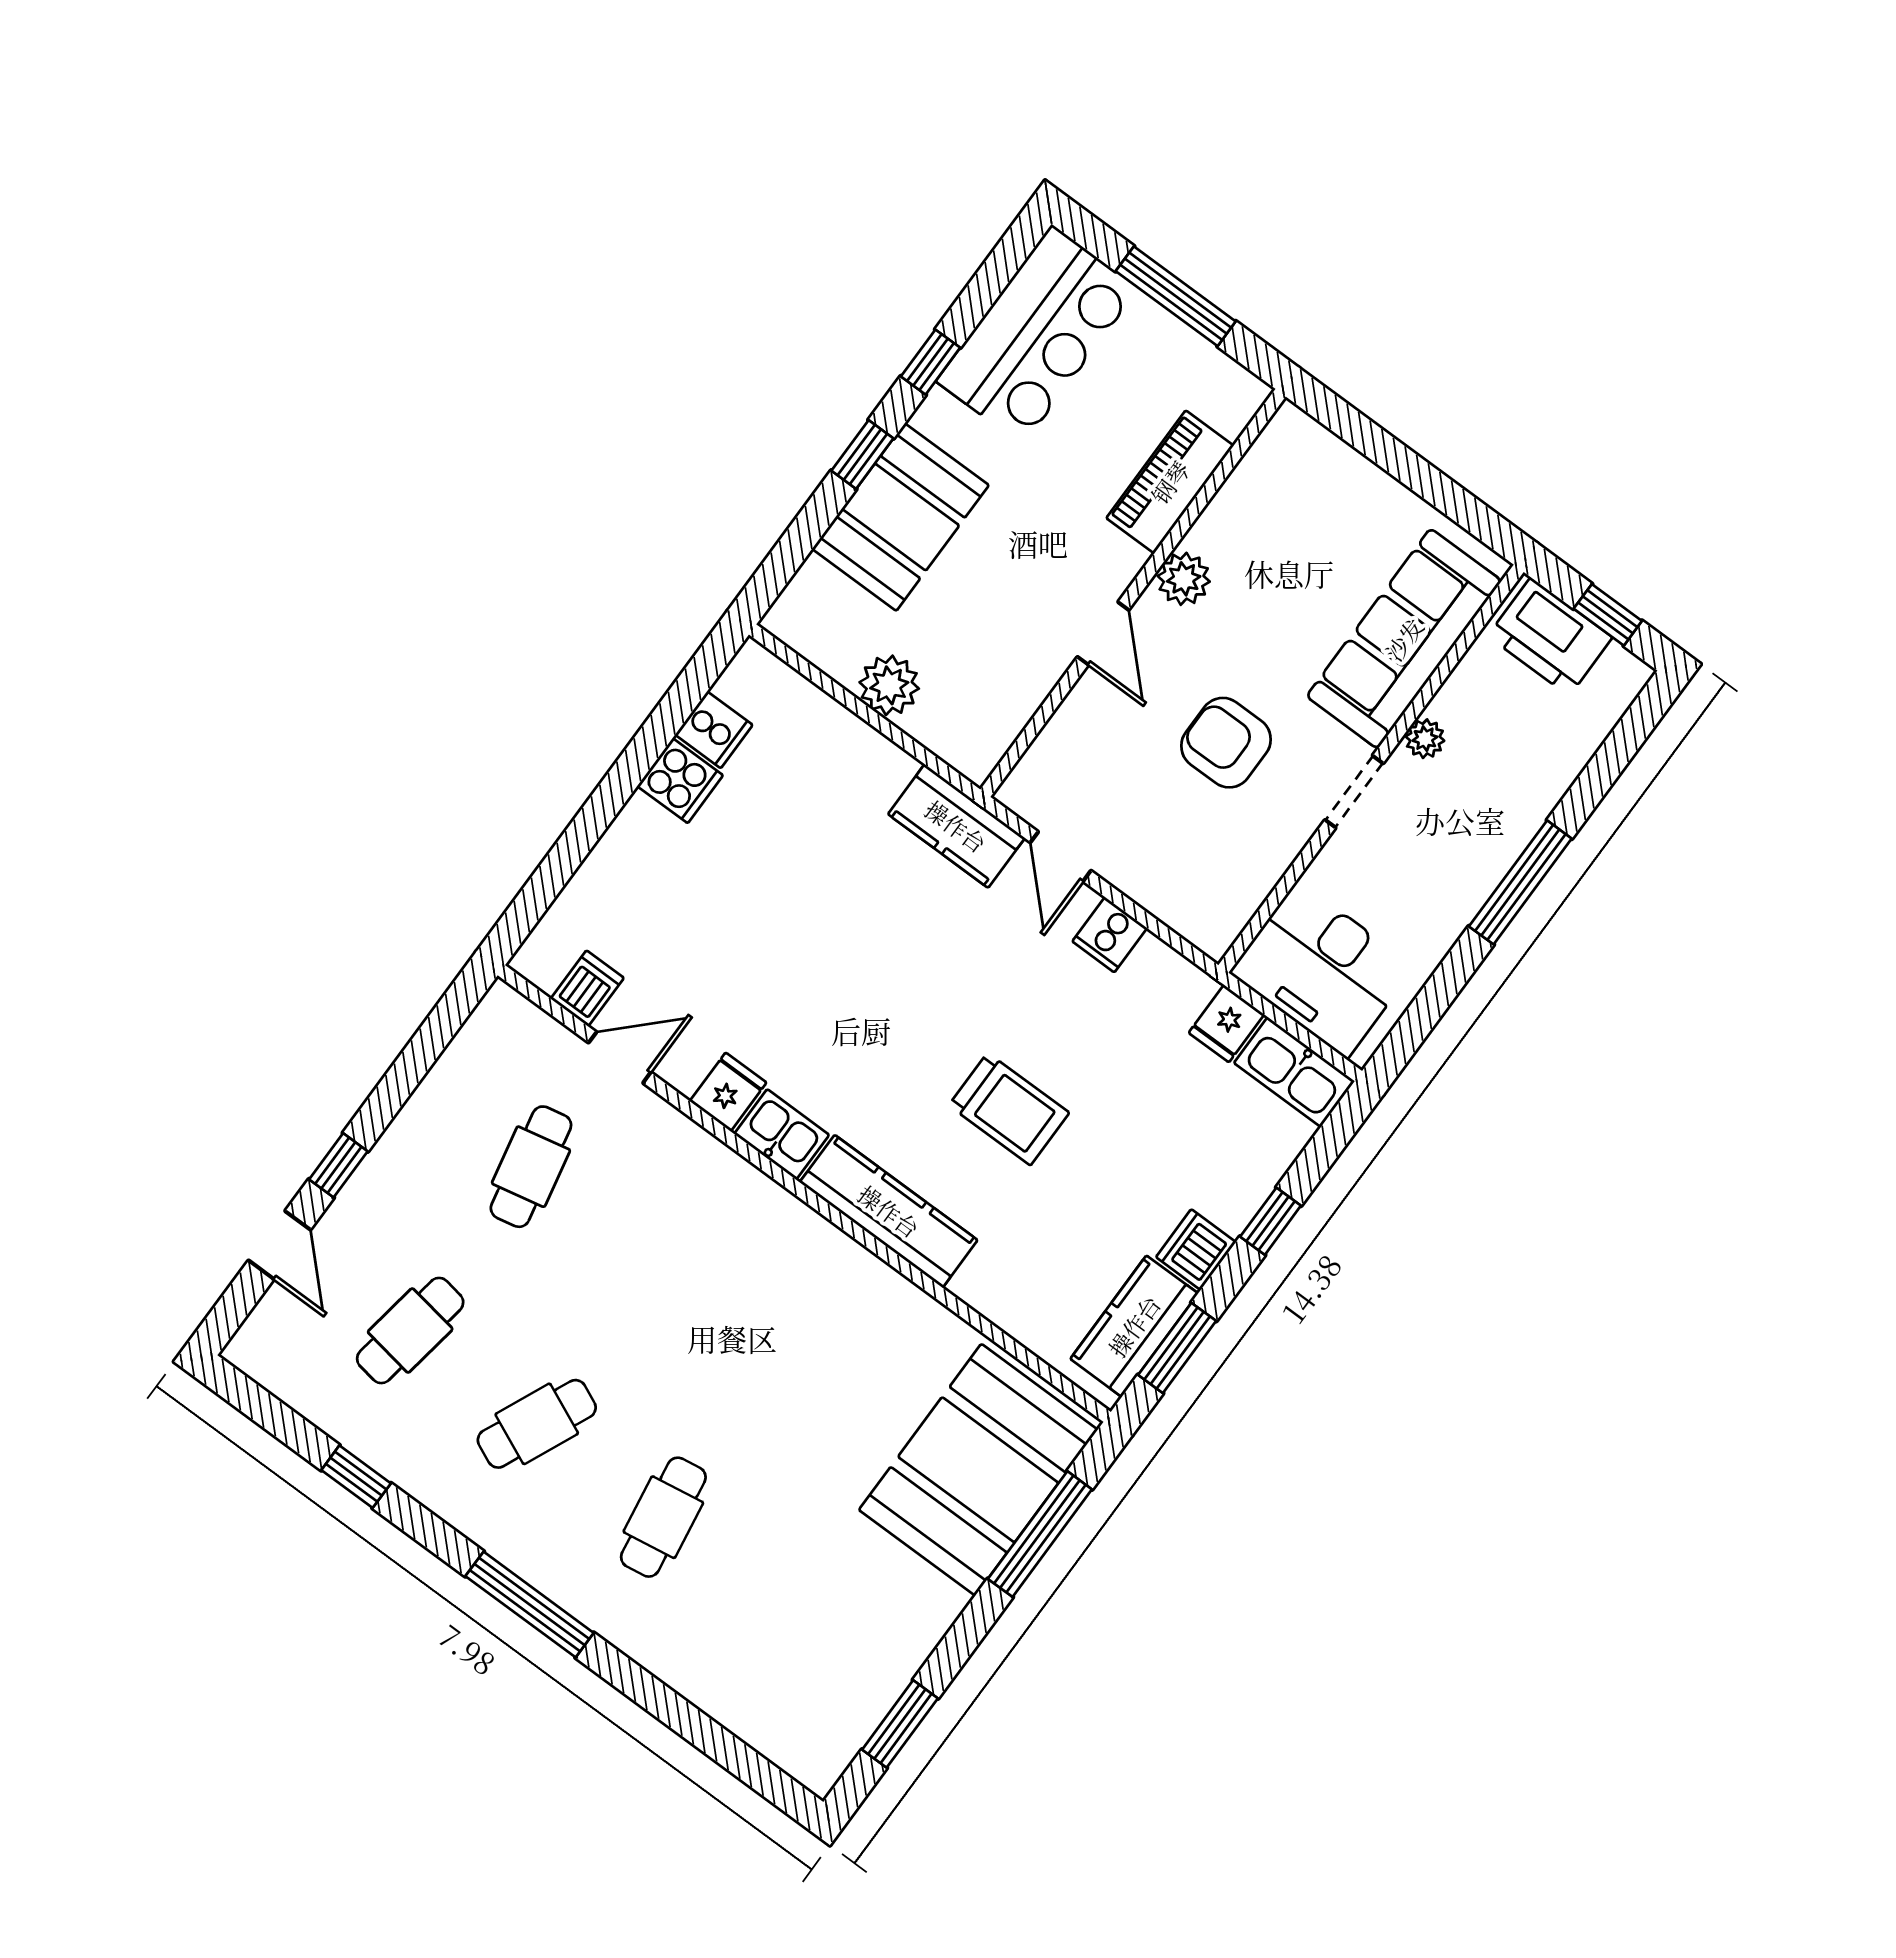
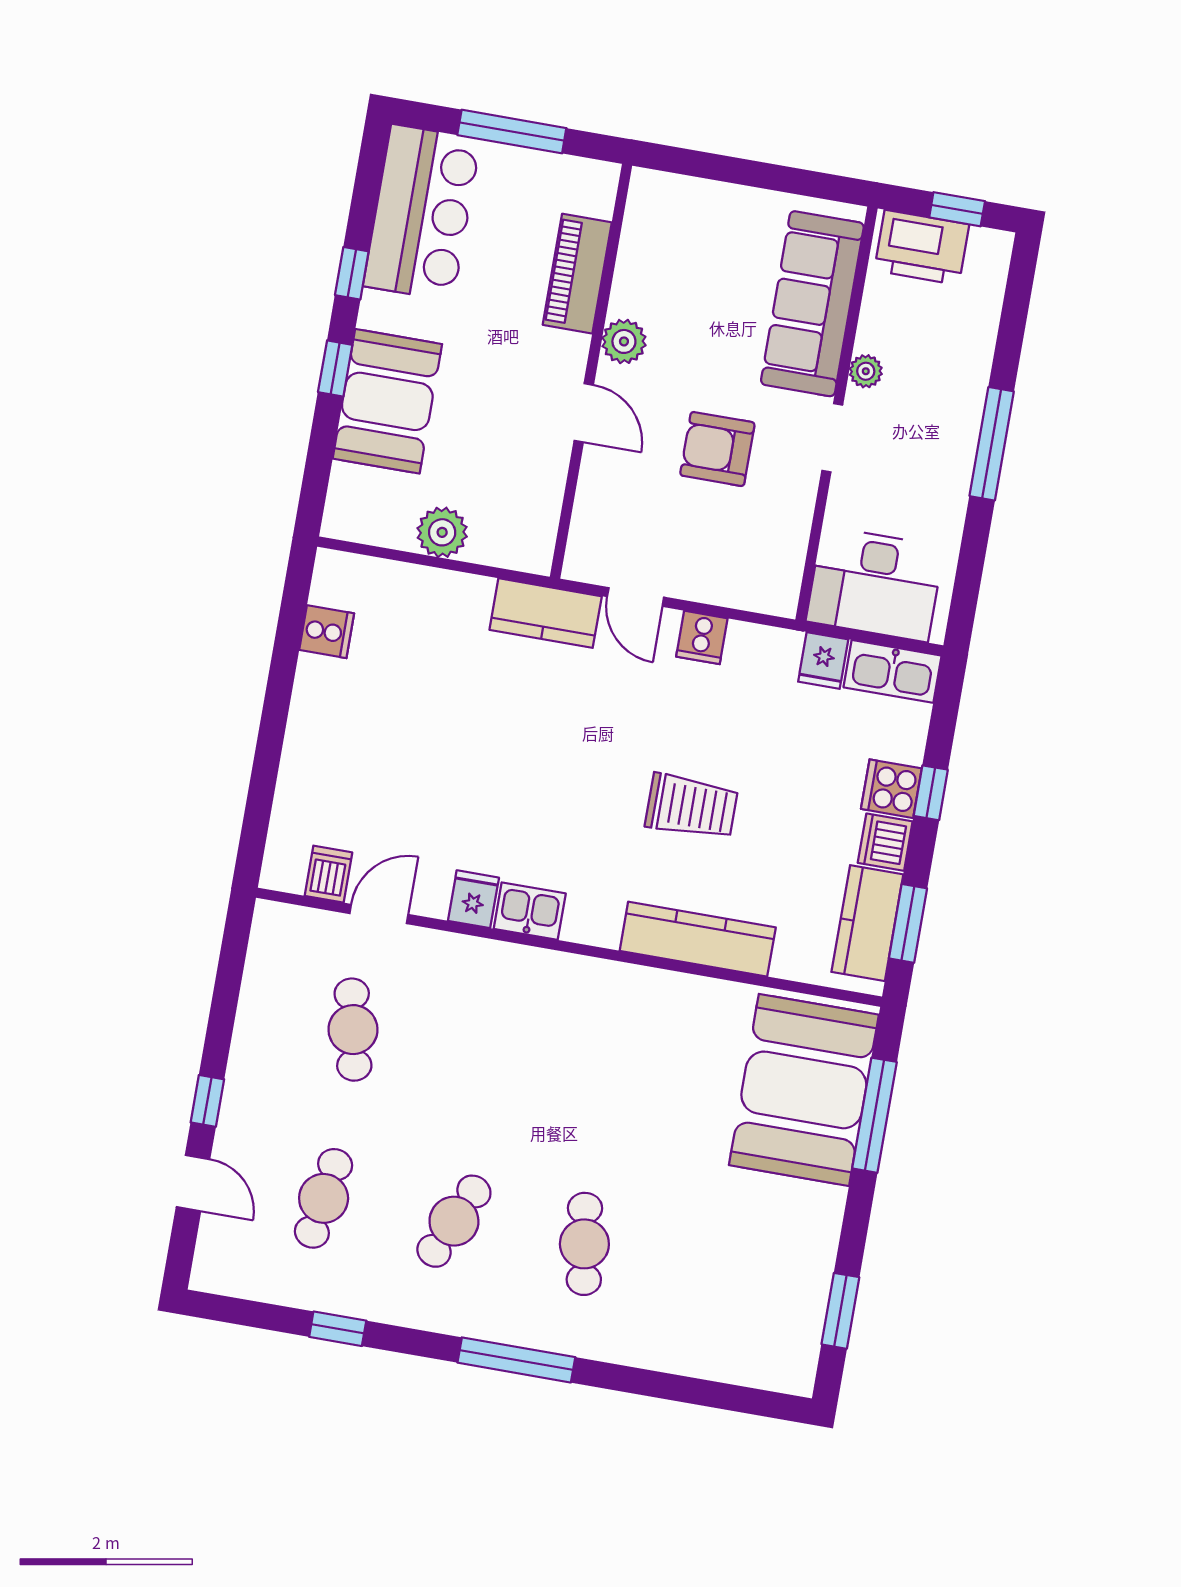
cooker: (680, 781) -> (891, 789), moved, turned 180
kitchen counter: (889, 1211) -> (698, 939), moved

